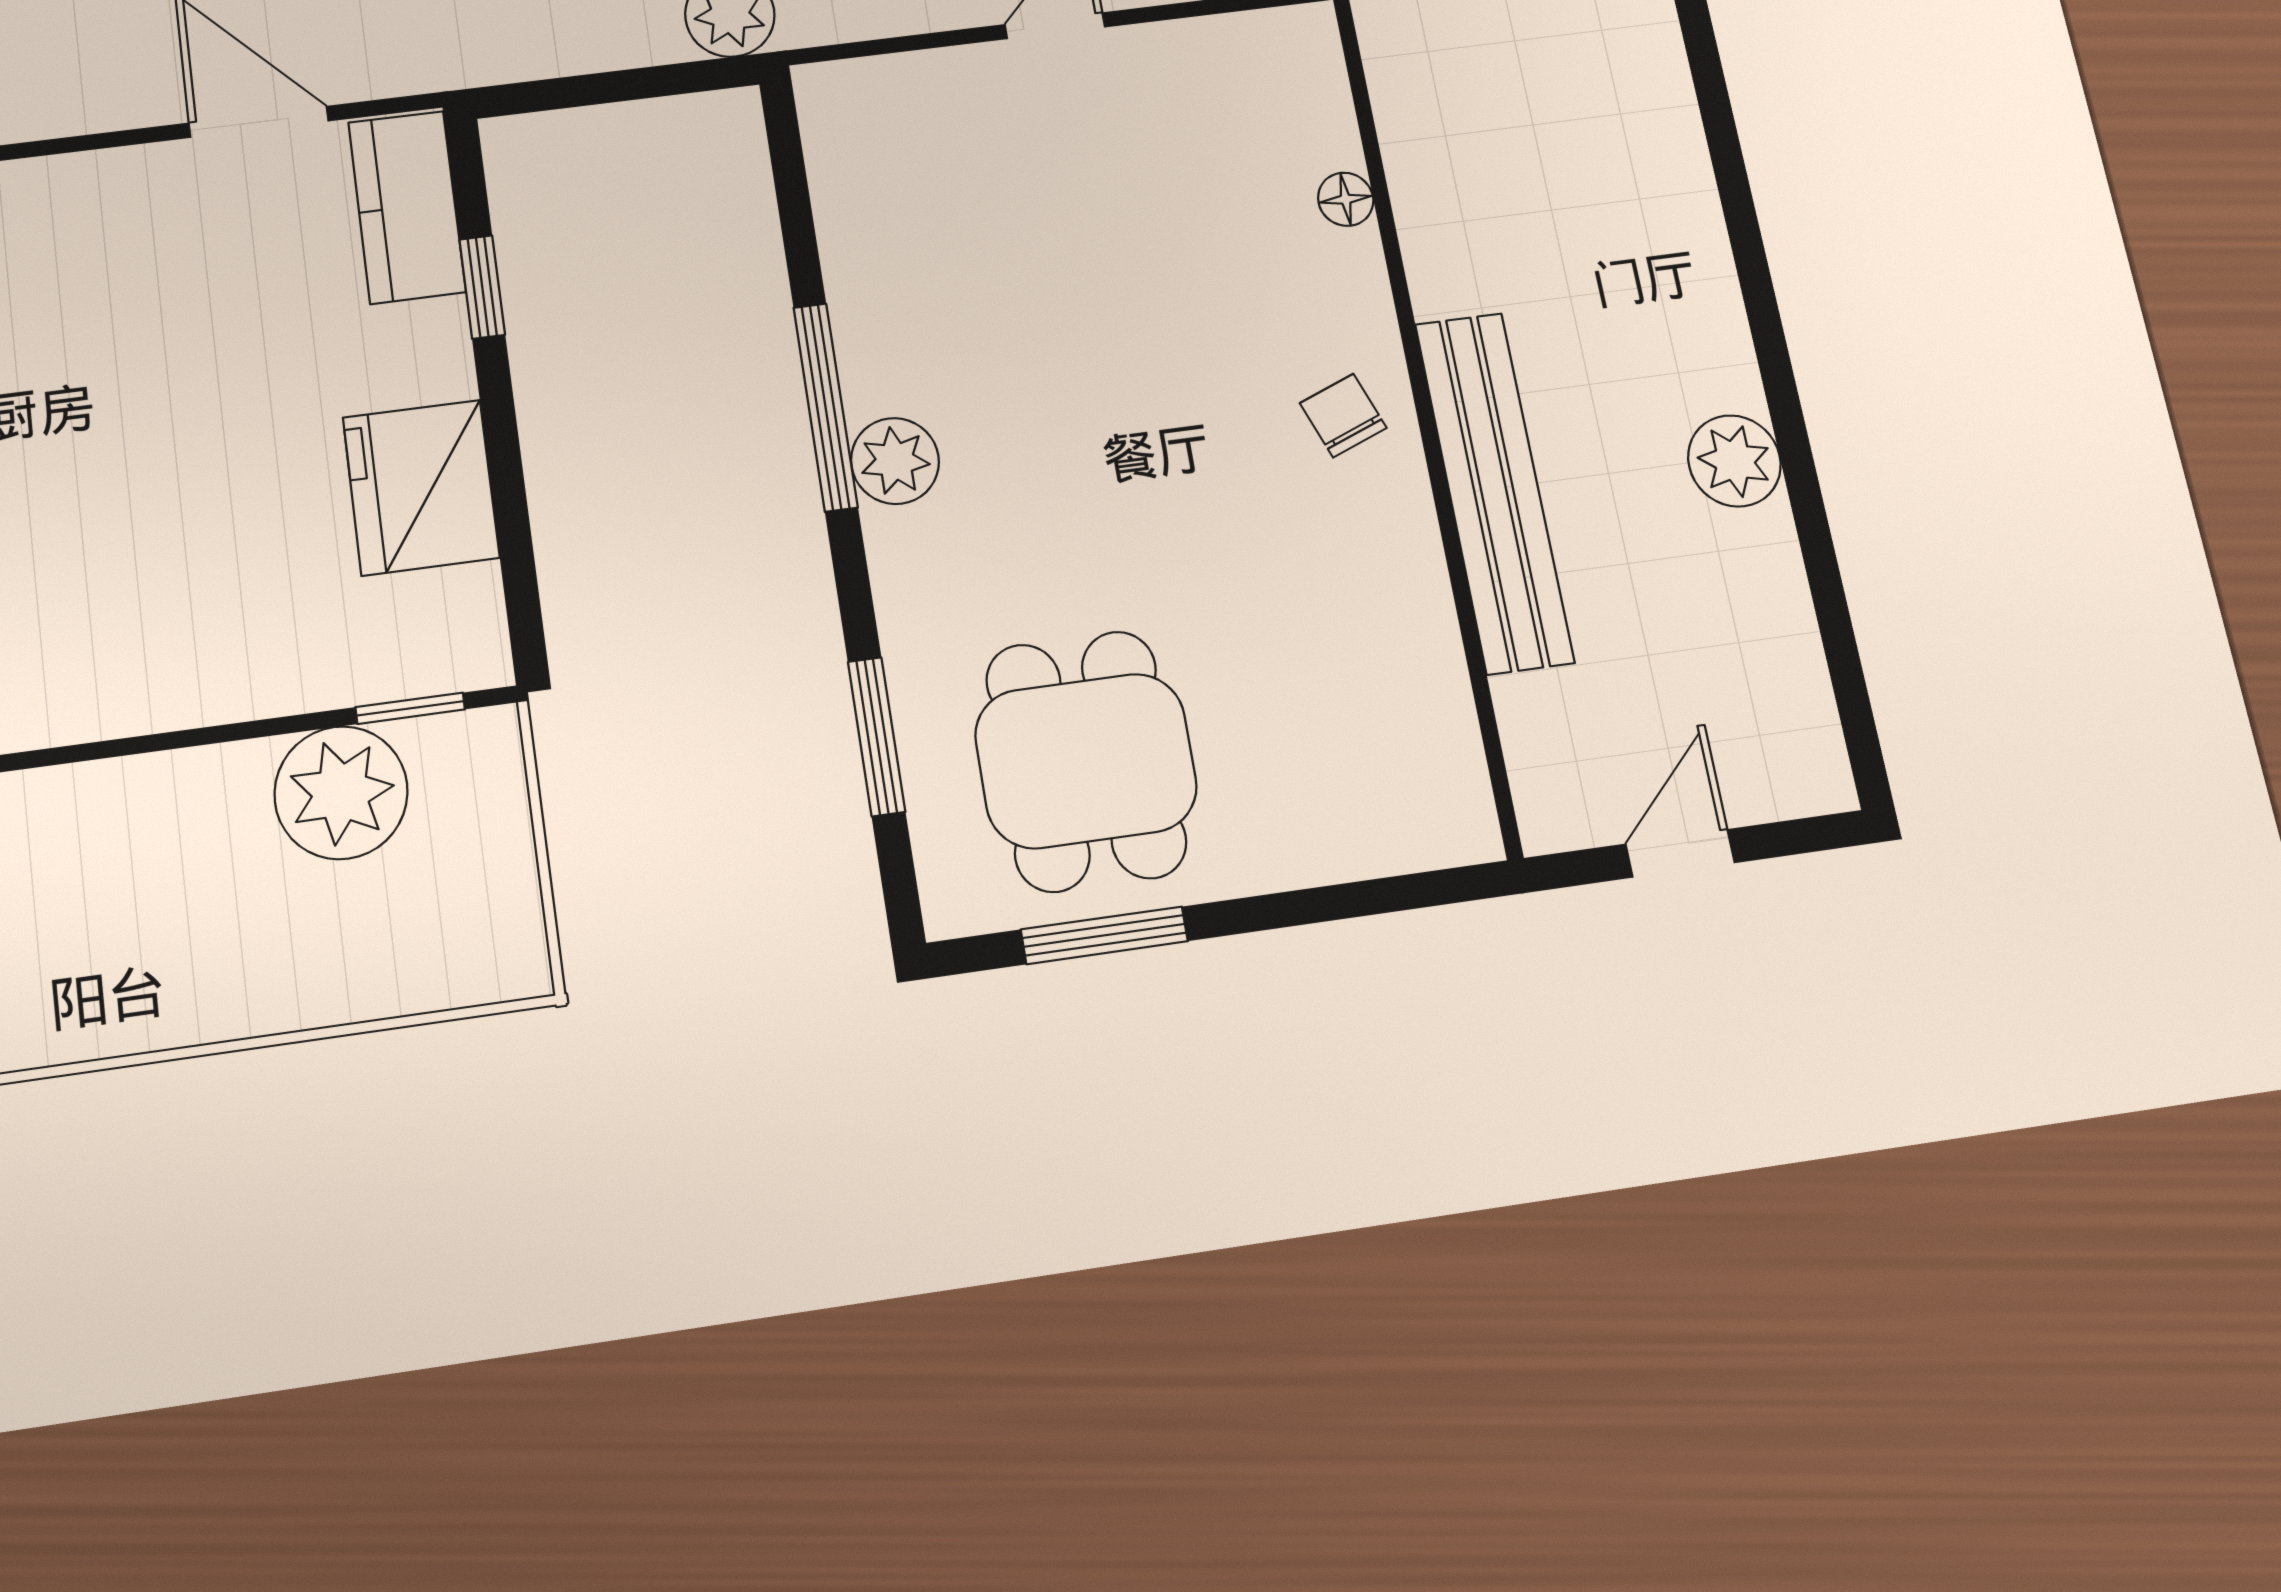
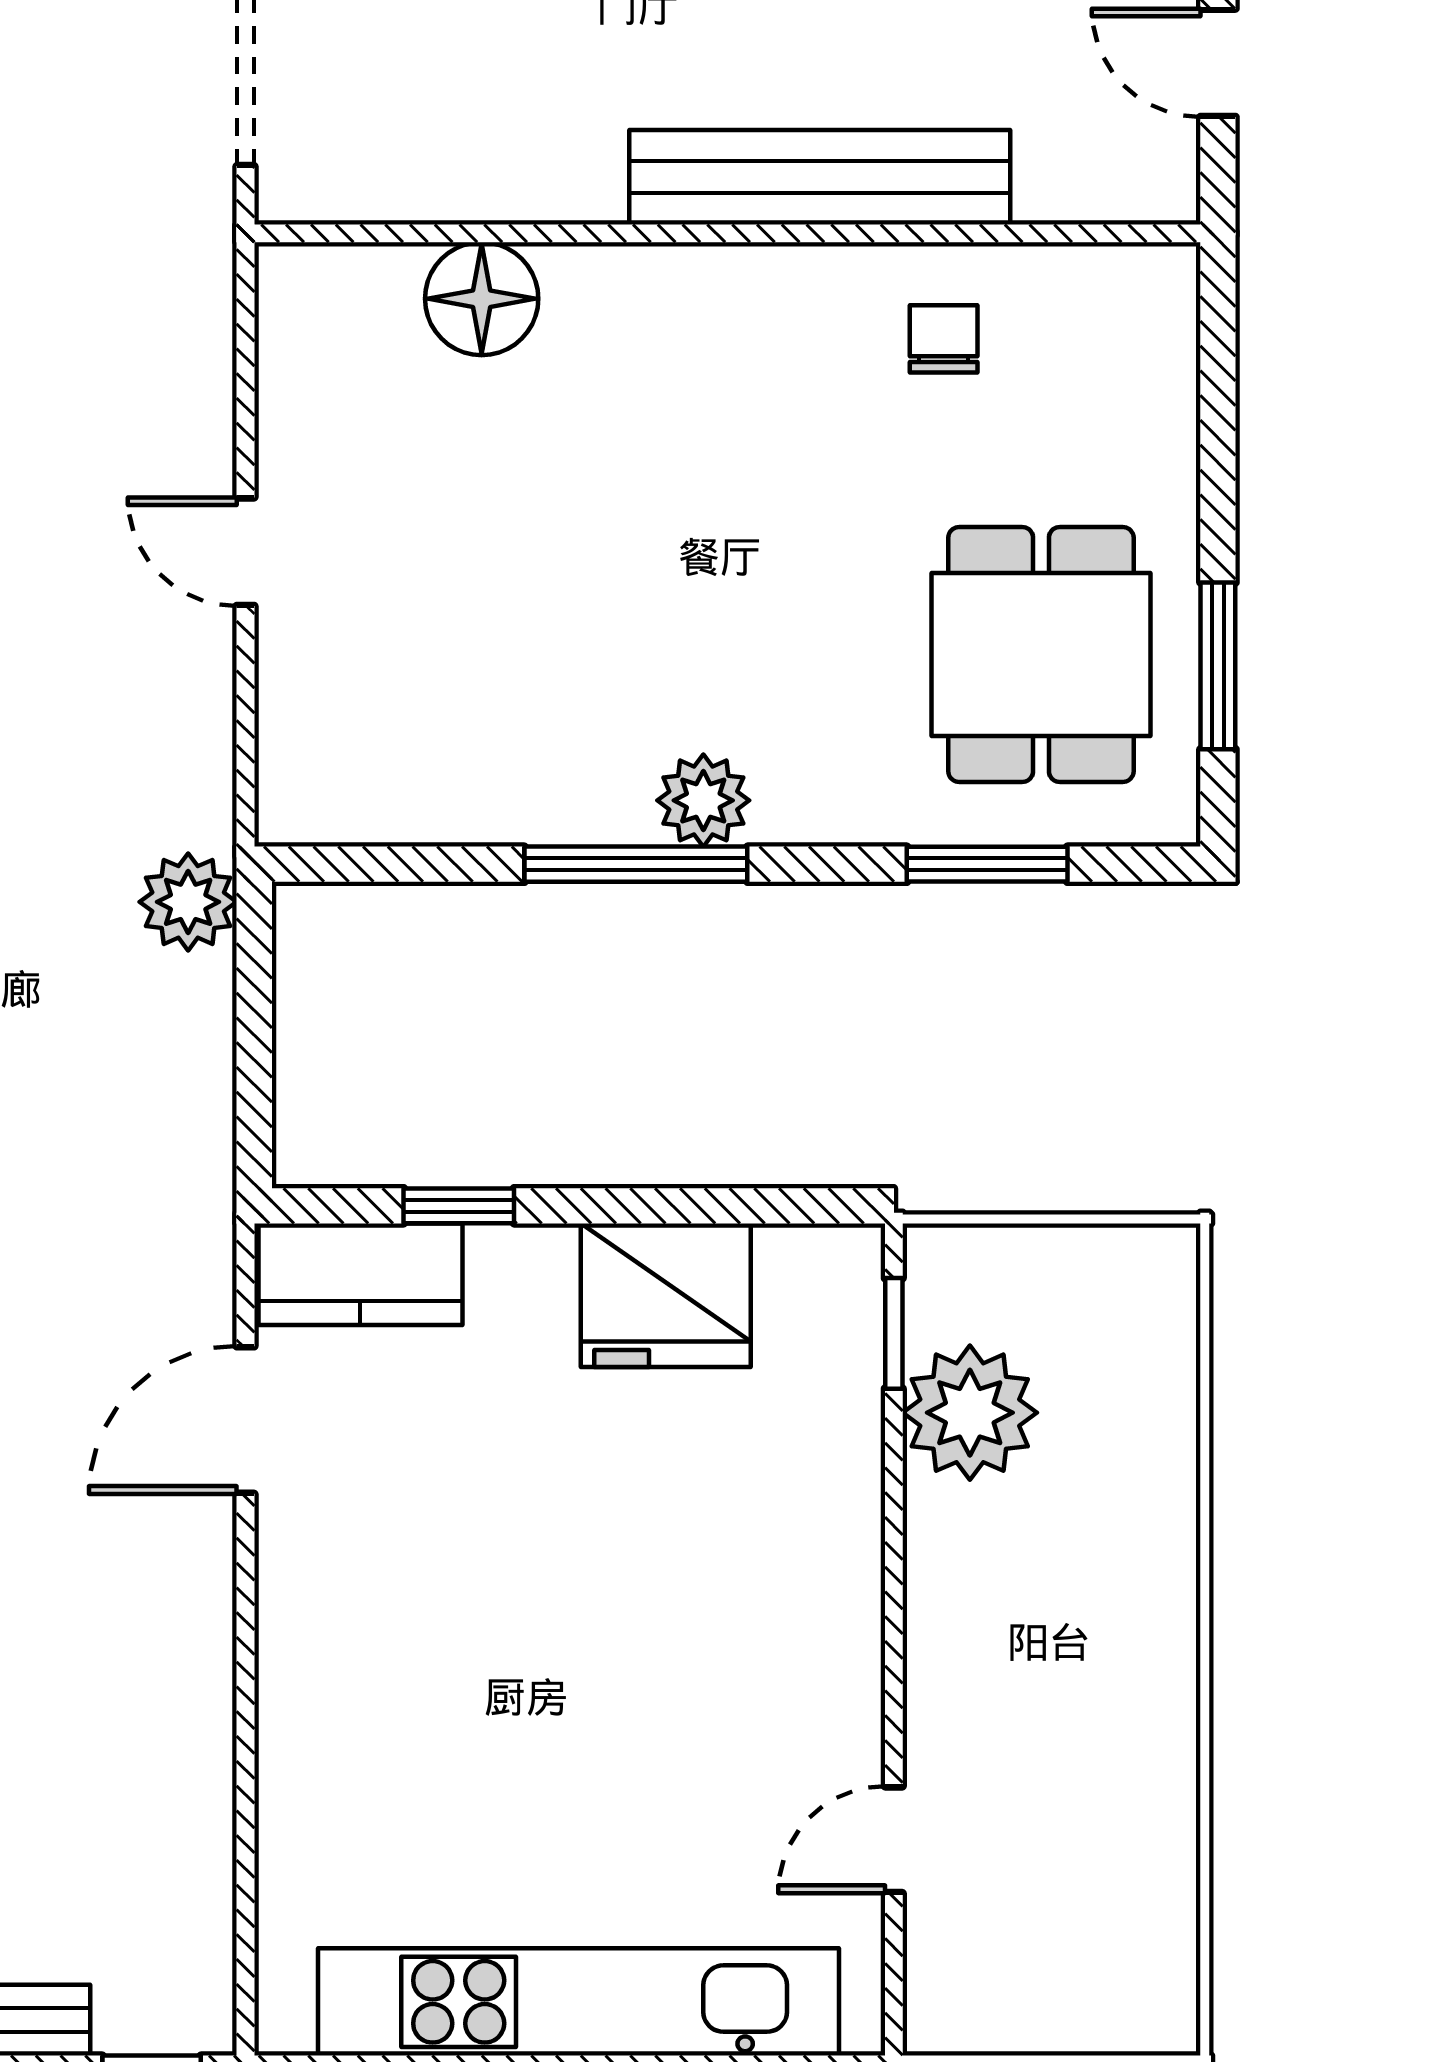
floor lamp: (1346, 199) -> (482, 299), width x1.89, depth x1.89
chair: (1343, 416) -> (944, 339), moved, turned 111
dining table: (1086, 761) -> (1041, 654), turned 90

